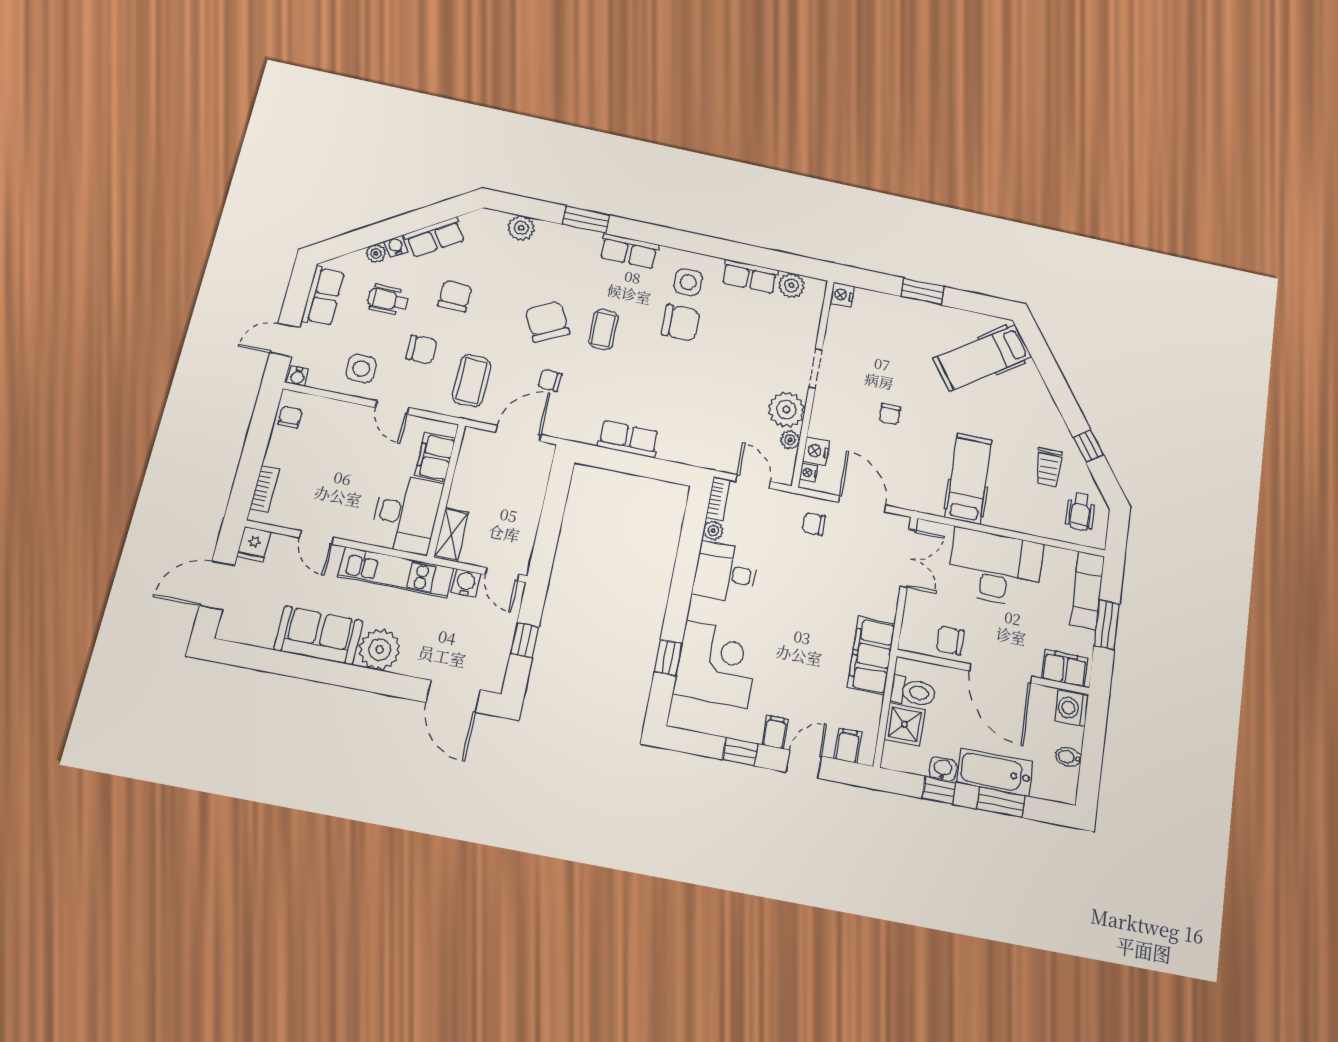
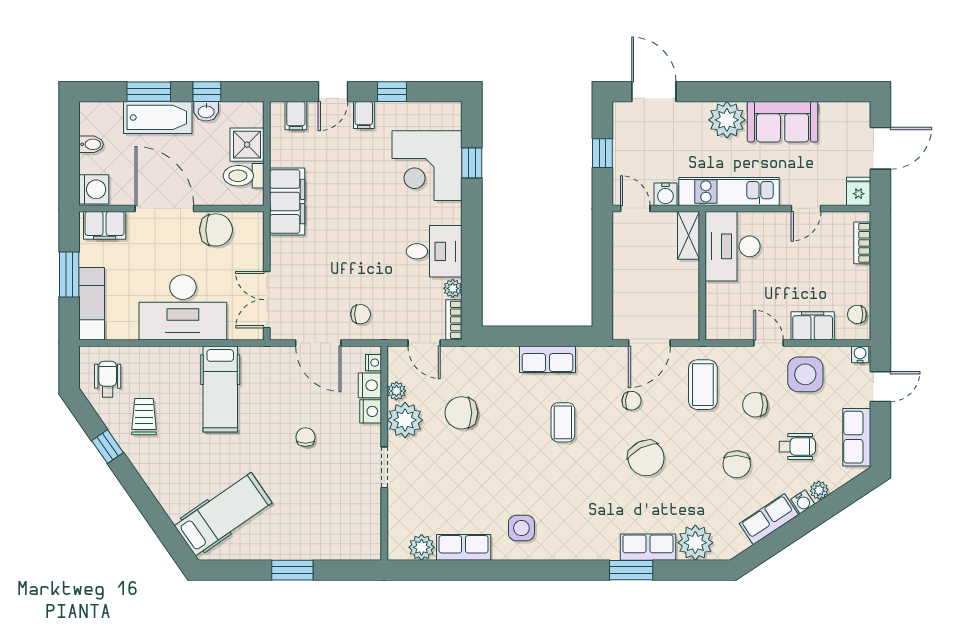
plant: (521, 228) -> (695, 543), width x1.36, depth x1.36
row of seats: (629, 251) -> (648, 547), moved
nightstand: (842, 295) -> (371, 411), moved
chair: (681, 323) -> (461, 413), moved
coffee table: (603, 329) -> (563, 422), moved
side table: (361, 369) -> (805, 374), width x1.37, depth x1.37
chair: (290, 417) -> (857, 314), turned 90
filing cabinet: (435, 457) -> (813, 326), moved, turned -90
door: (316, 537) -> (806, 209), swing flipped
chair: (950, 641) -> (216, 230), width x1.37, depth x1.37

